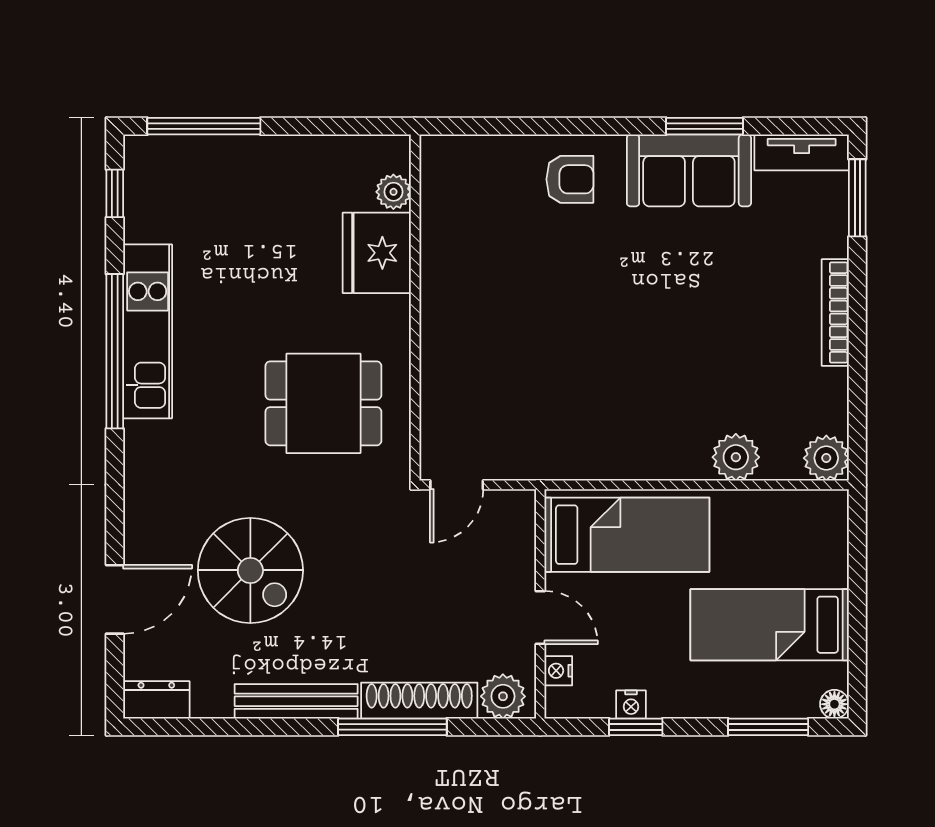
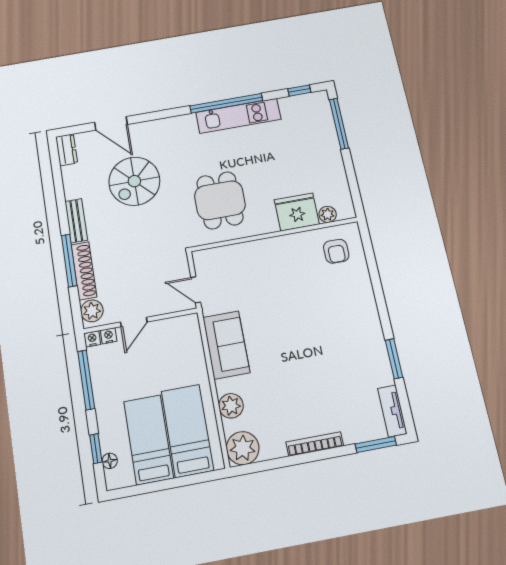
sofa: (689, 170) -> (226, 345), moved, turned 180
armchair: (570, 179) -> (336, 251), moved
plant: (826, 458) -> (243, 448), width x1.36, depth x1.36
door: (457, 485) -> (196, 290), moved
bed: (627, 535) -> (187, 431), moved, turned 180
bench: (296, 701) -> (76, 221), width x0.73
nightstand: (631, 704) -> (92, 339), moved, turned 90
floor lamp: (834, 704) -> (110, 461), moved
window: (636, 727) -> (86, 380), width x2.17
window: (768, 727) -> (96, 449), width x0.67

